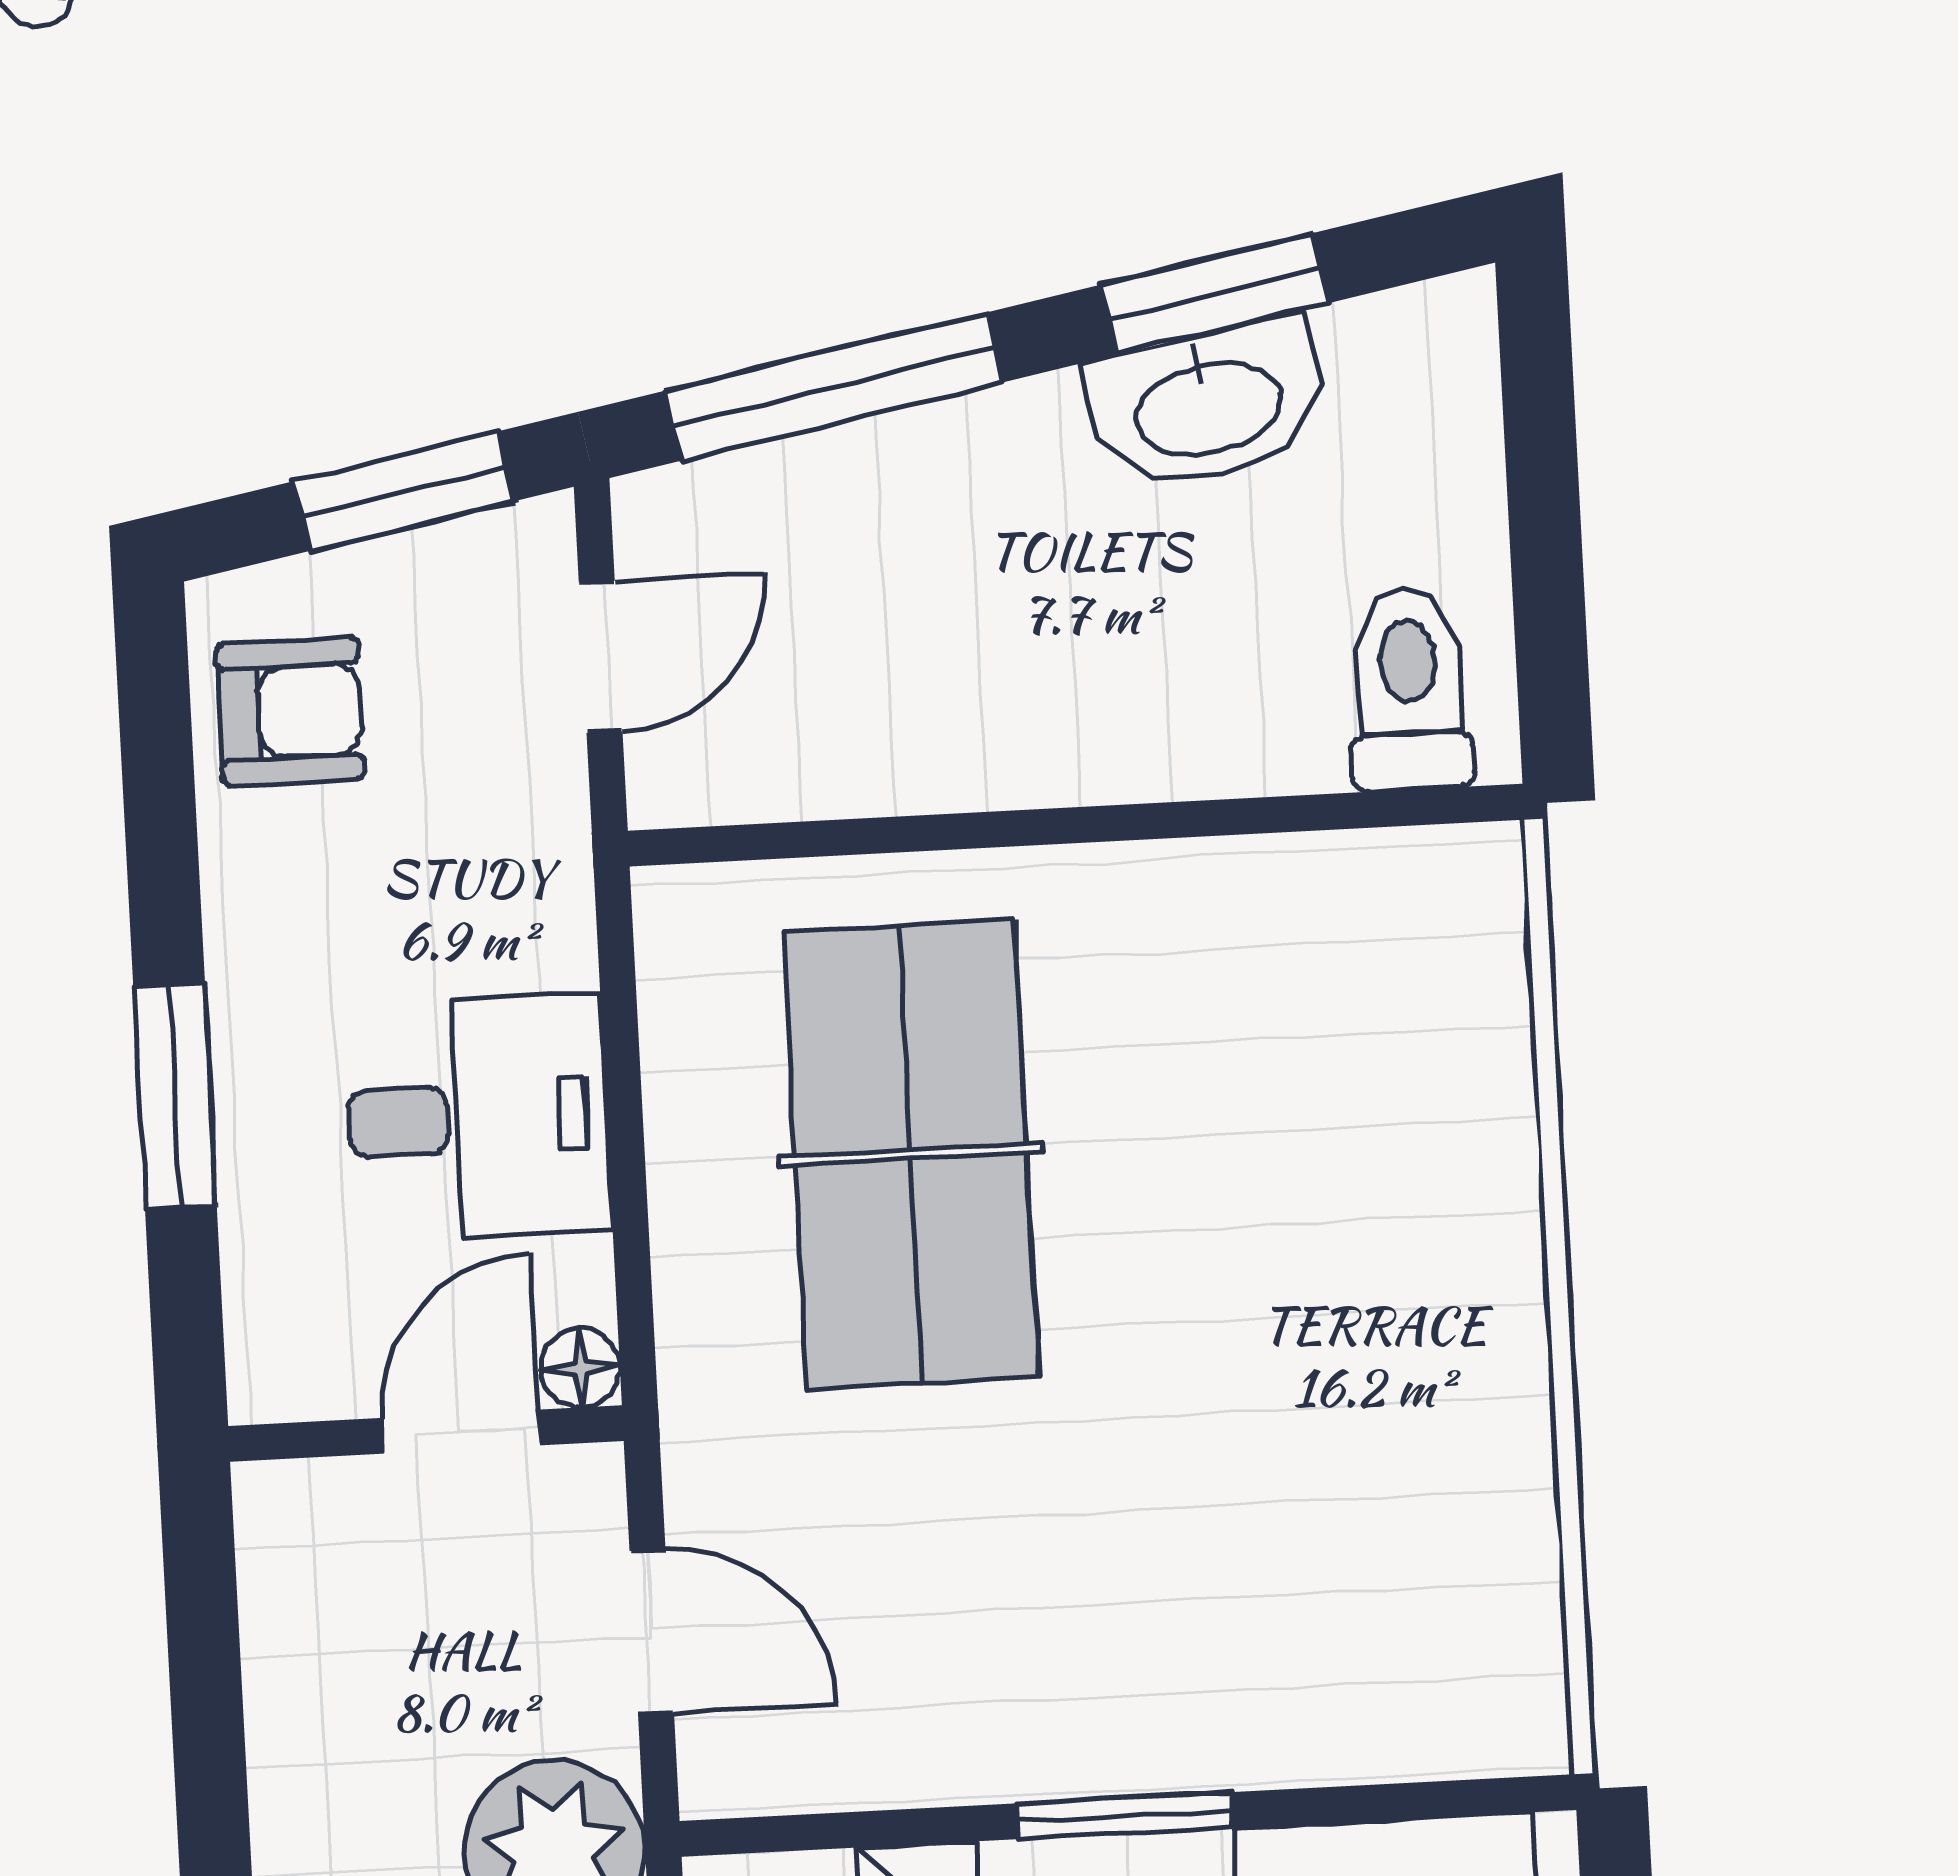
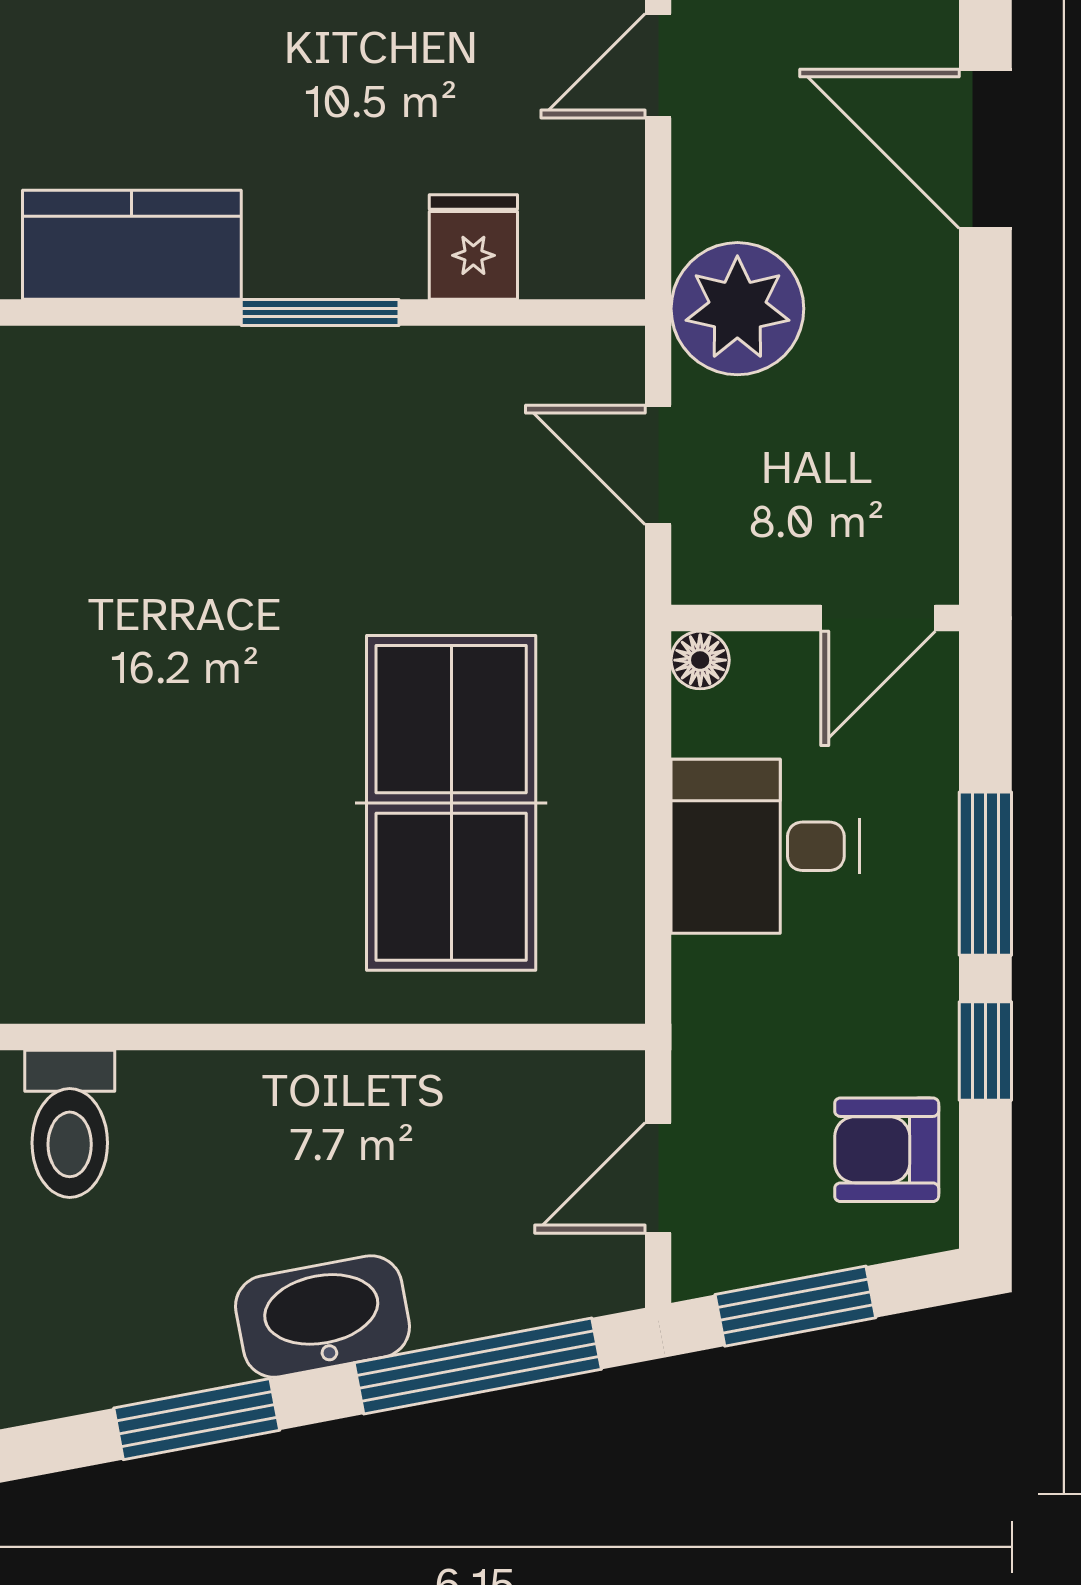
washbasin: (1207, 405) -> (323, 1316), moved
window: (162, 854) -> (985, 1051), added
door: (461, 1432) -> (878, 618), moved

